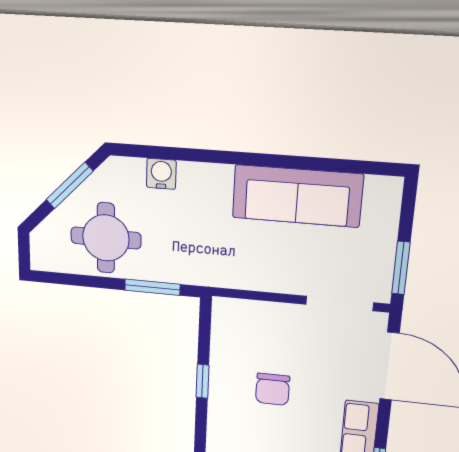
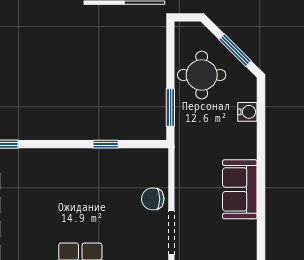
sofa: (297, 196) -> (240, 189), width x0.73
chair: (273, 389) -> (153, 199), moved

